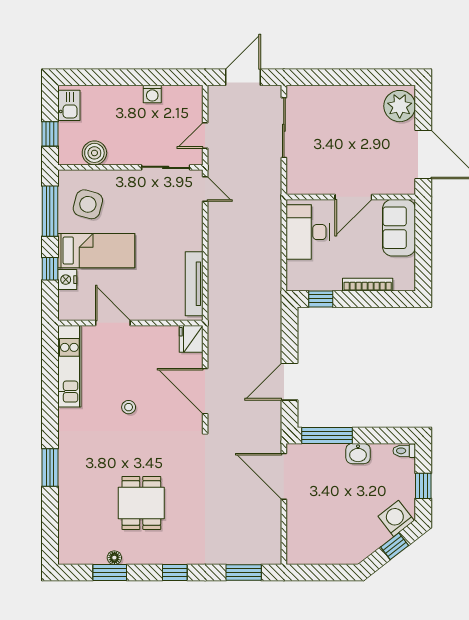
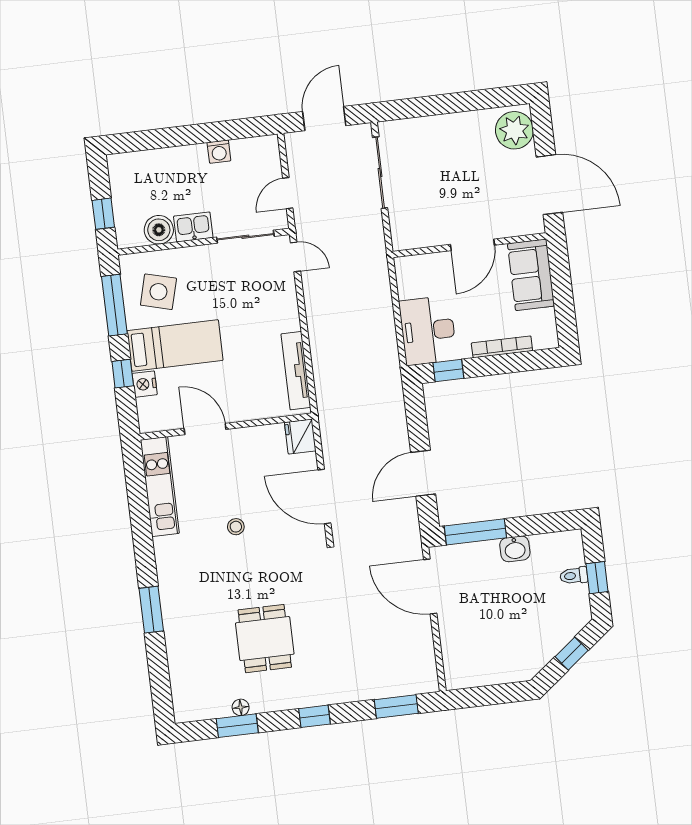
kitchen sink: (69, 105) -> (193, 227), moved, turned -90
desk: (308, 232) -> (428, 331), moved
toilet: (404, 451) -> (574, 576), moved
washing machine: (396, 518) -> (569, 620), removed

